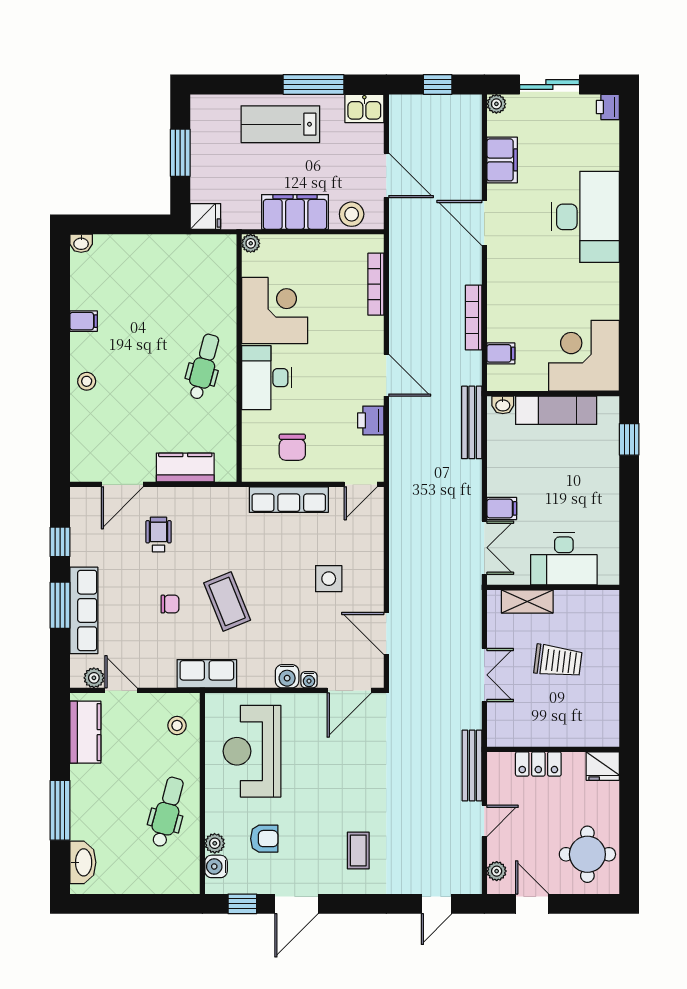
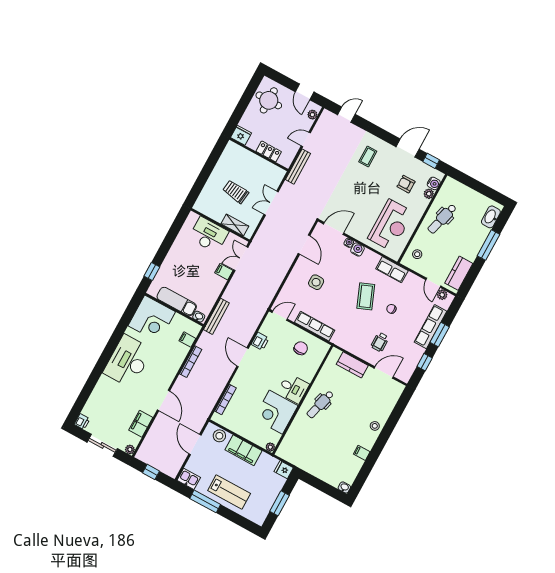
desk: (585, 217) -> (128, 361), moved
desk: (267, 378) -> (293, 388), width x0.73

